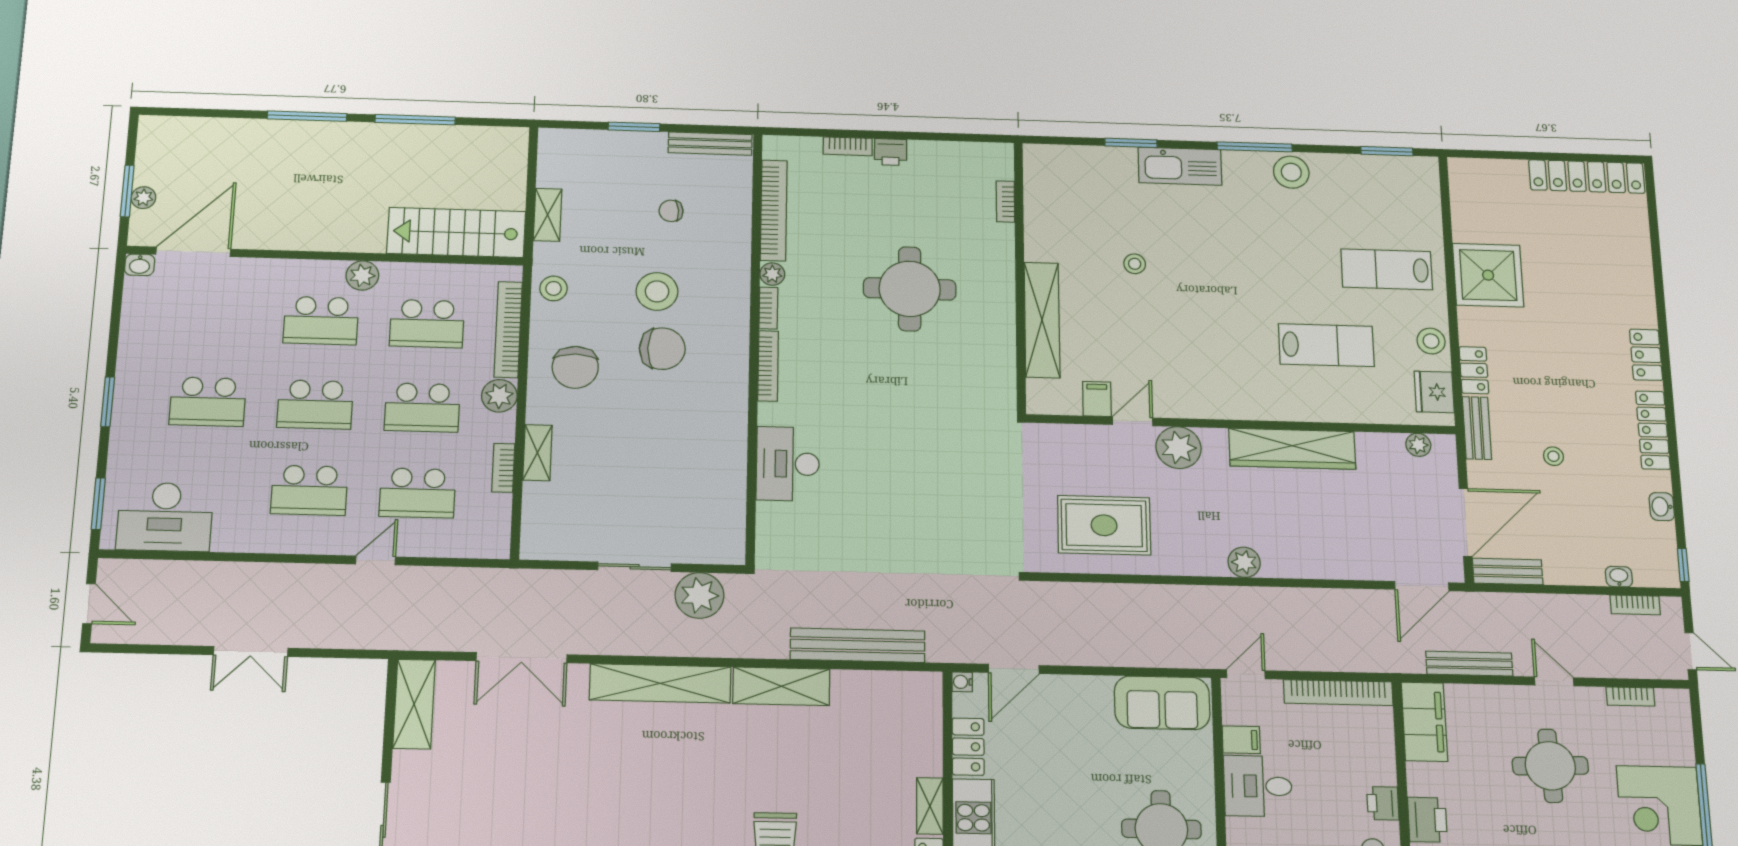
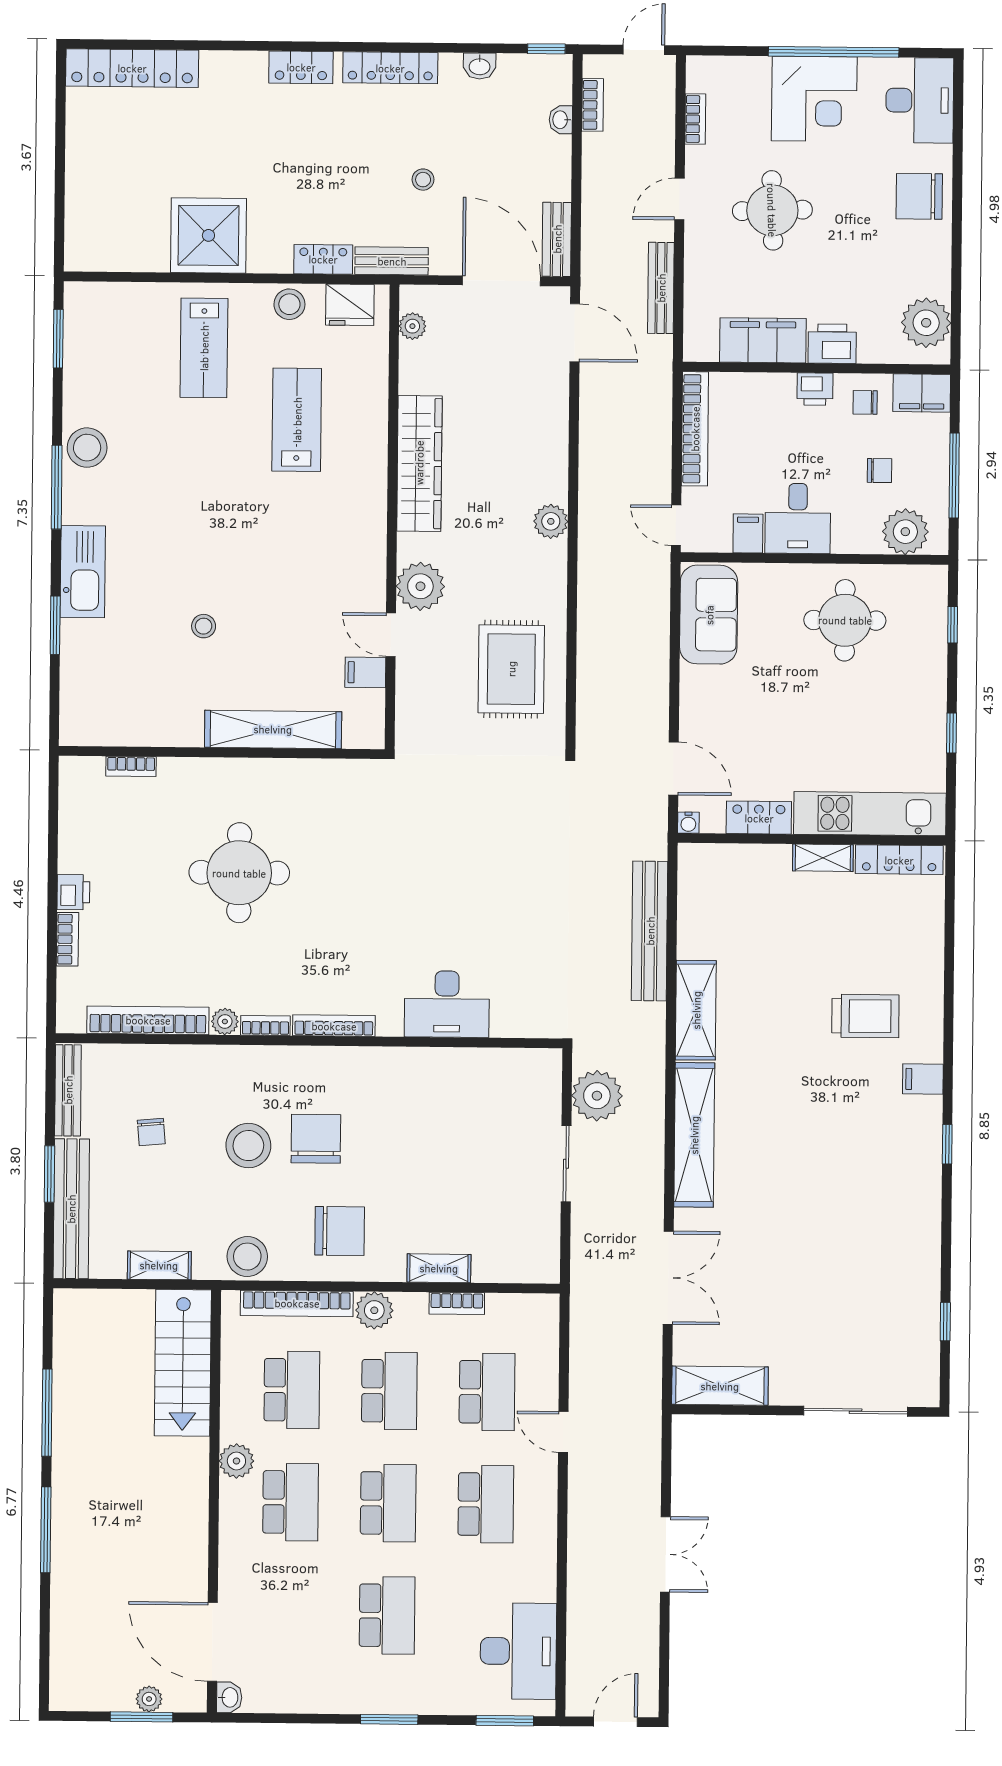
bench: (602, 144) -> (71, 1209), added
locker: (1587, 176) -> (132, 68), moved, turned 90
stool: (554, 288) -> (247, 1257), width x1.38, depth x1.38
filing cabinet: (1424, 722) -> (763, 340), moved

